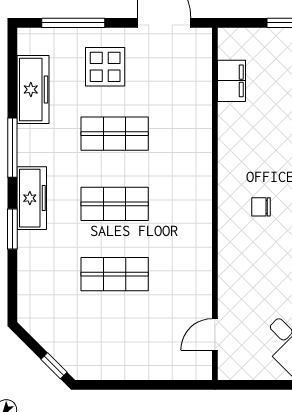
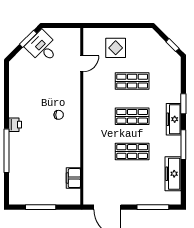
display table: (105, 67) -> (116, 48), moved
door: (215, 334) -> (82, 64), moved
window: (54, 366) -> (172, 45), moved

